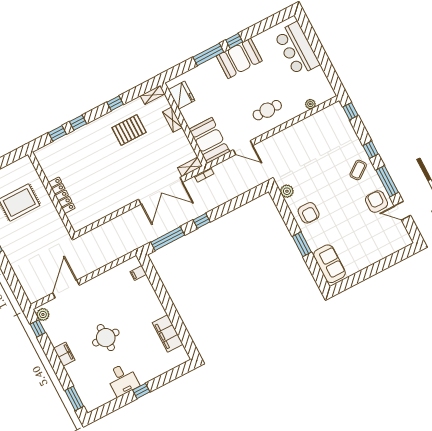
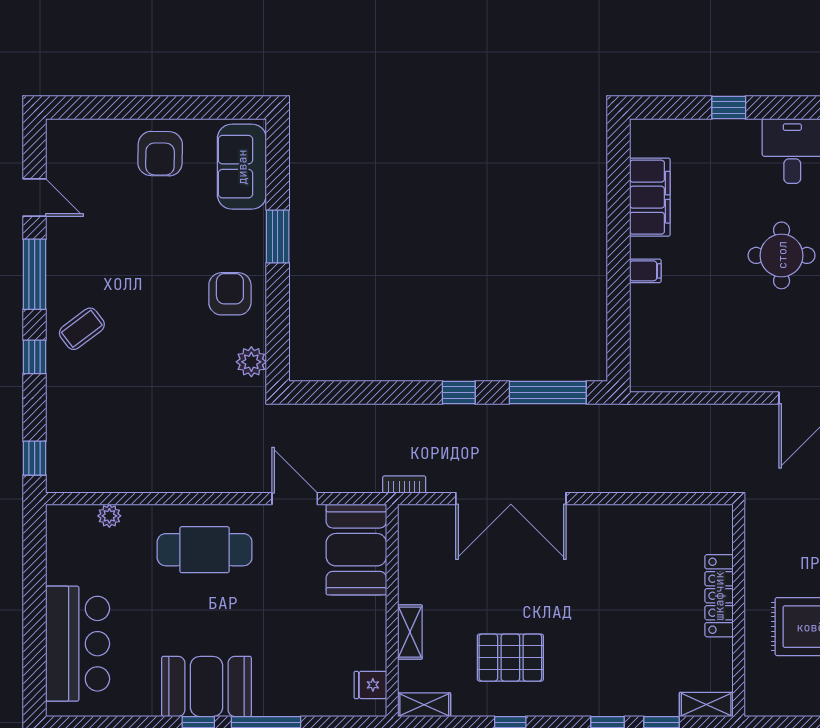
fridge: (182, 95) -> (370, 685), width x0.53, depth x0.75
cafe table: (267, 110) -> (205, 550), width x1.37, depth x1.35
shelving: (190, 167) -> (706, 704), moved
double door: (161, 191) -> (511, 499), swing flipped
armchair: (376, 202) -> (160, 154), moved
filing cabinet: (138, 273) -> (645, 271), moved
window: (141, 391) -> (729, 107), moved

